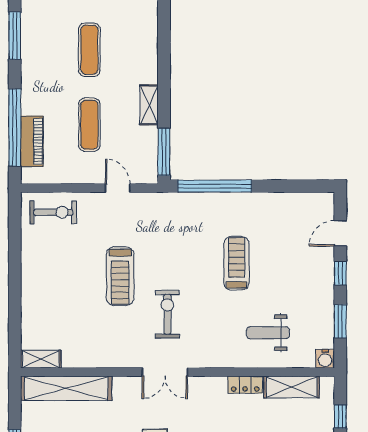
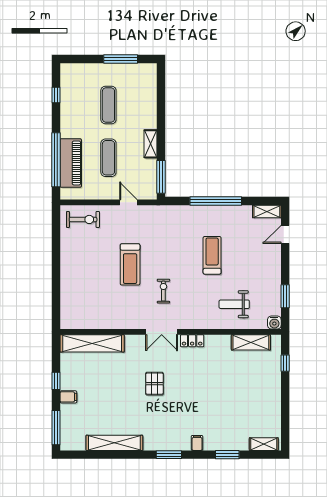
window: (15, 36) -> (56, 95), width x0.46
piano: (32, 141) -> (71, 163), width x1.37, depth x1.33
window: (215, 186) -> (216, 201), moved
window: (340, 273) -> (285, 262), removed
exercise bike: (167, 314) -> (163, 291), width x0.73, depth x0.72
shelving: (41, 359) -> (267, 211), moved
locker: (245, 385) -> (192, 341), moved

